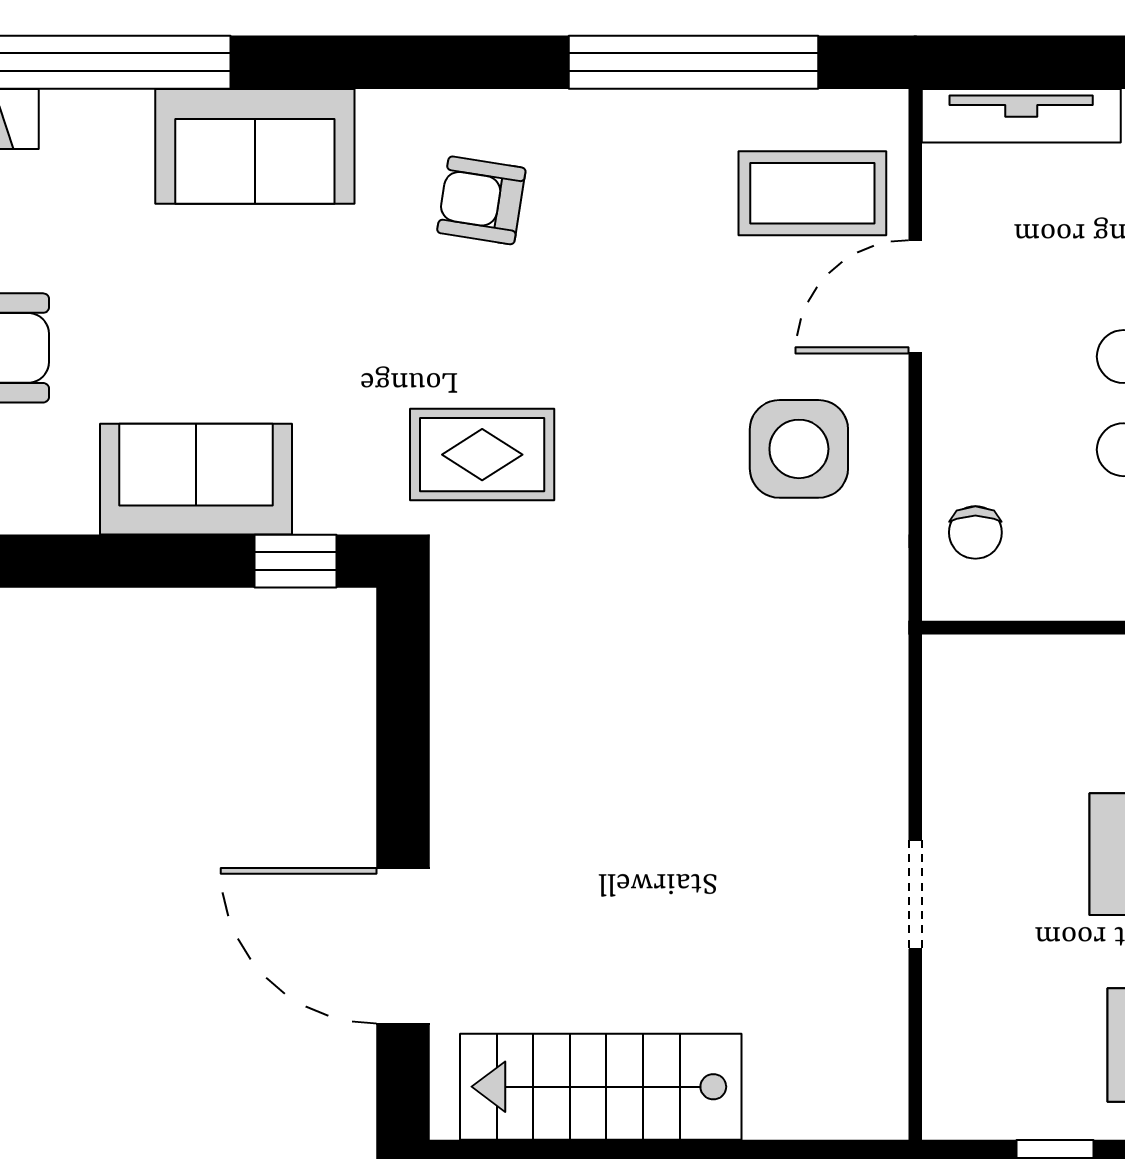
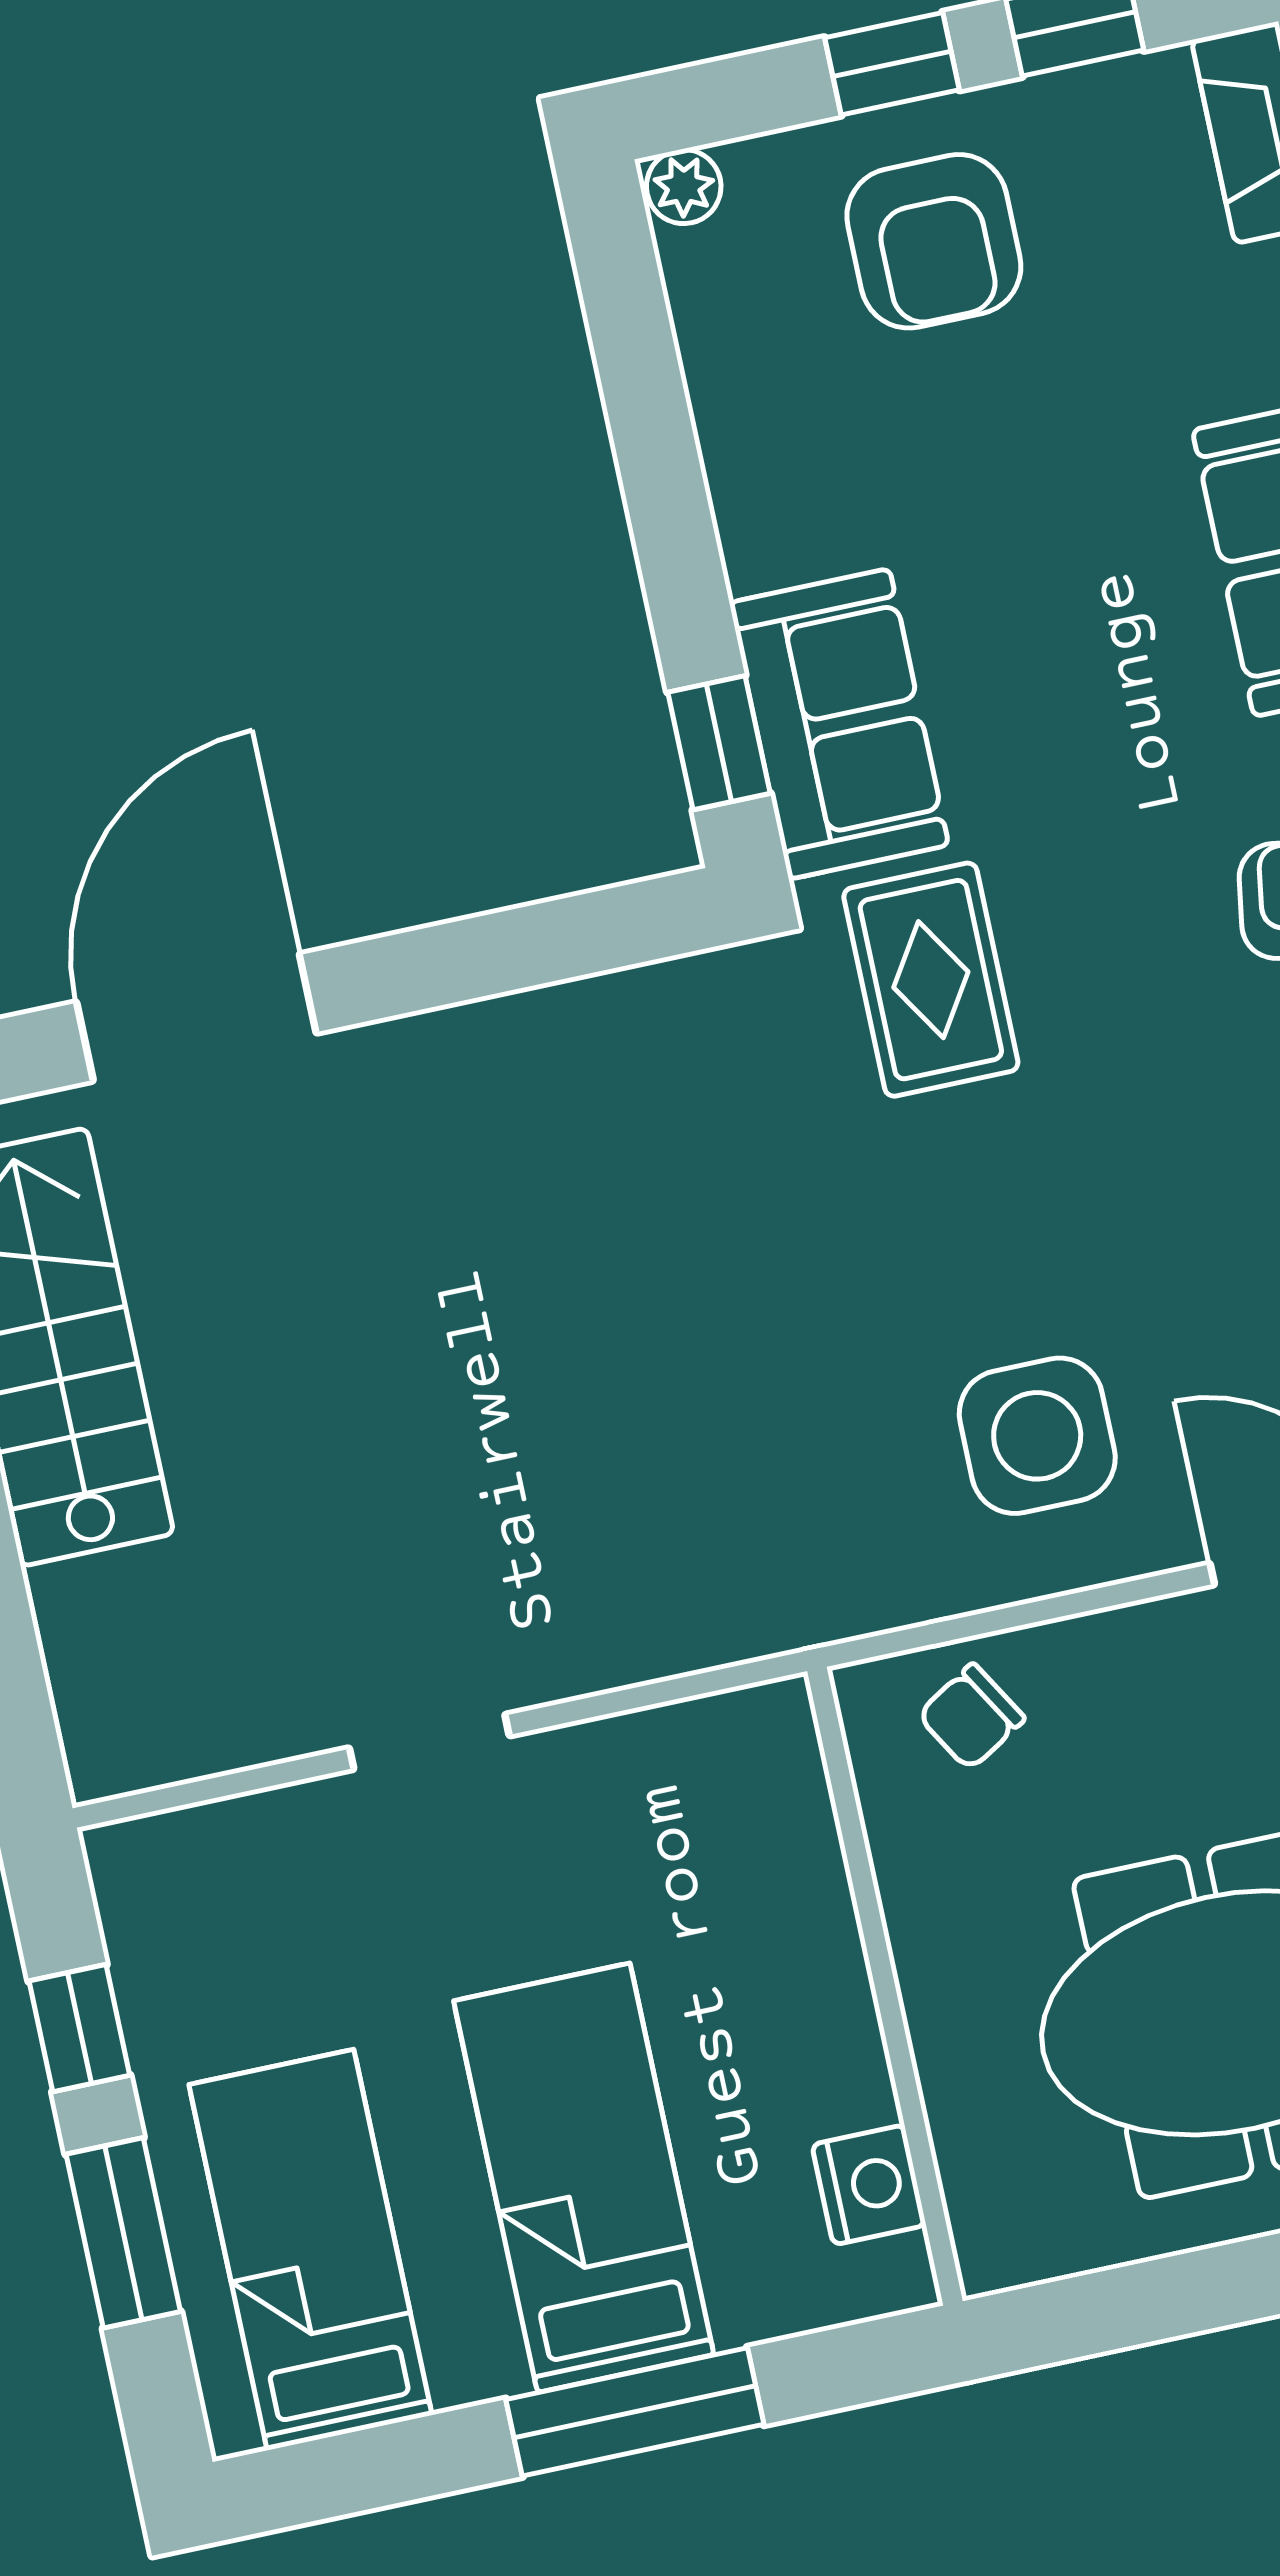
sofa: (196, 479) -> (839, 724), moved
chair: (975, 532) -> (971, 1717), turned -31

